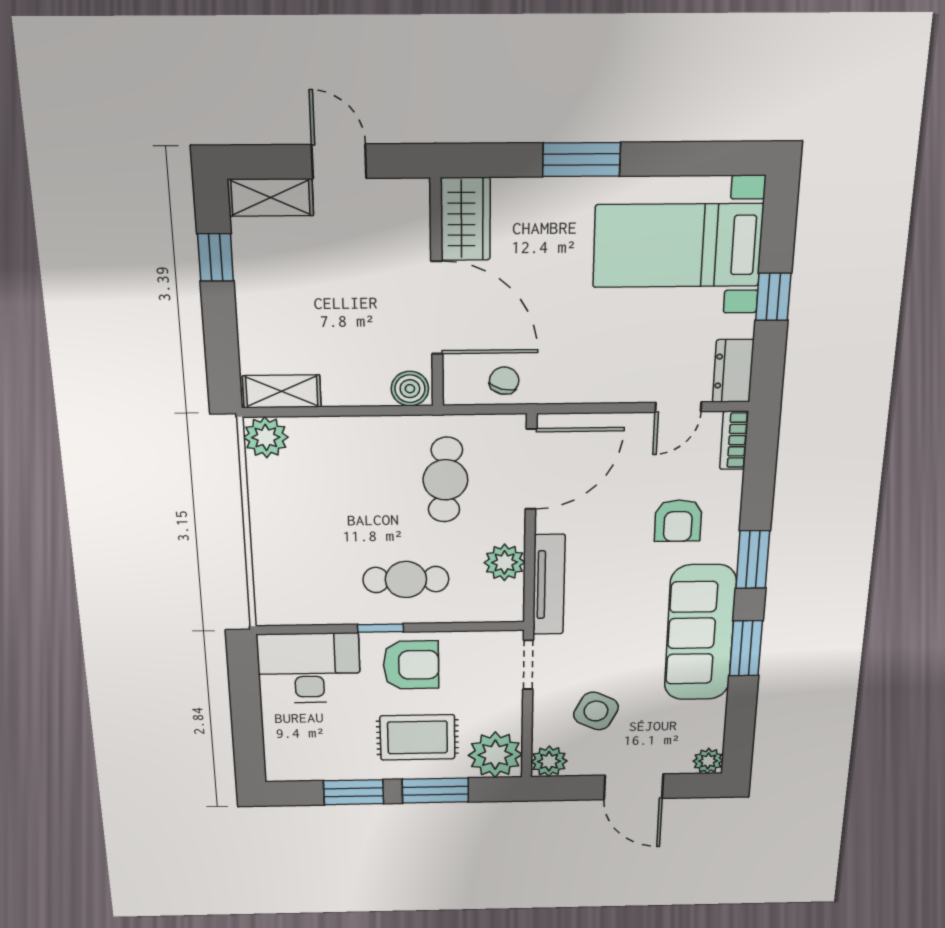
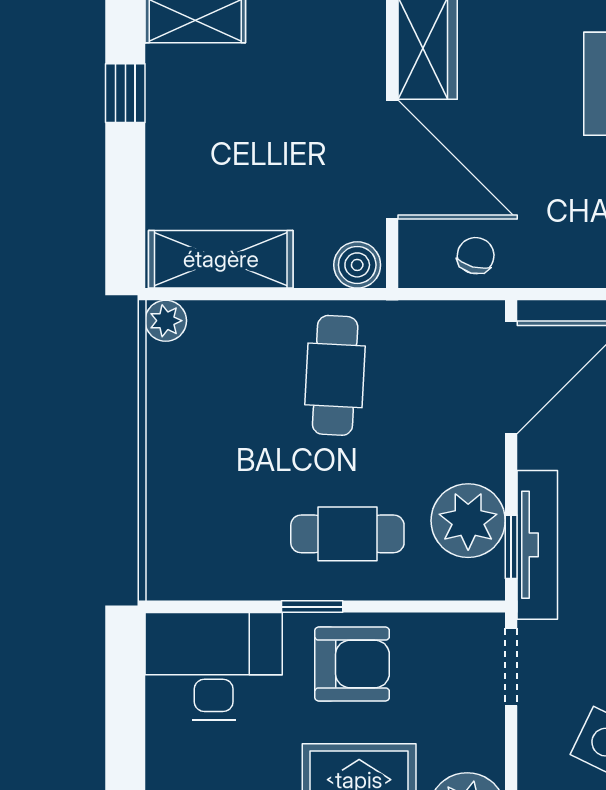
shelving: (282, 391) -> (221, 259), width x1.50, depth x1.33
plant: (266, 437) -> (166, 321), width x0.73, depth x0.73
cafe table: (445, 480) -> (335, 375), moved
plant: (505, 562) -> (468, 521), width x1.36, depth x1.36
window: (529, 586) -> (511, 547), added

